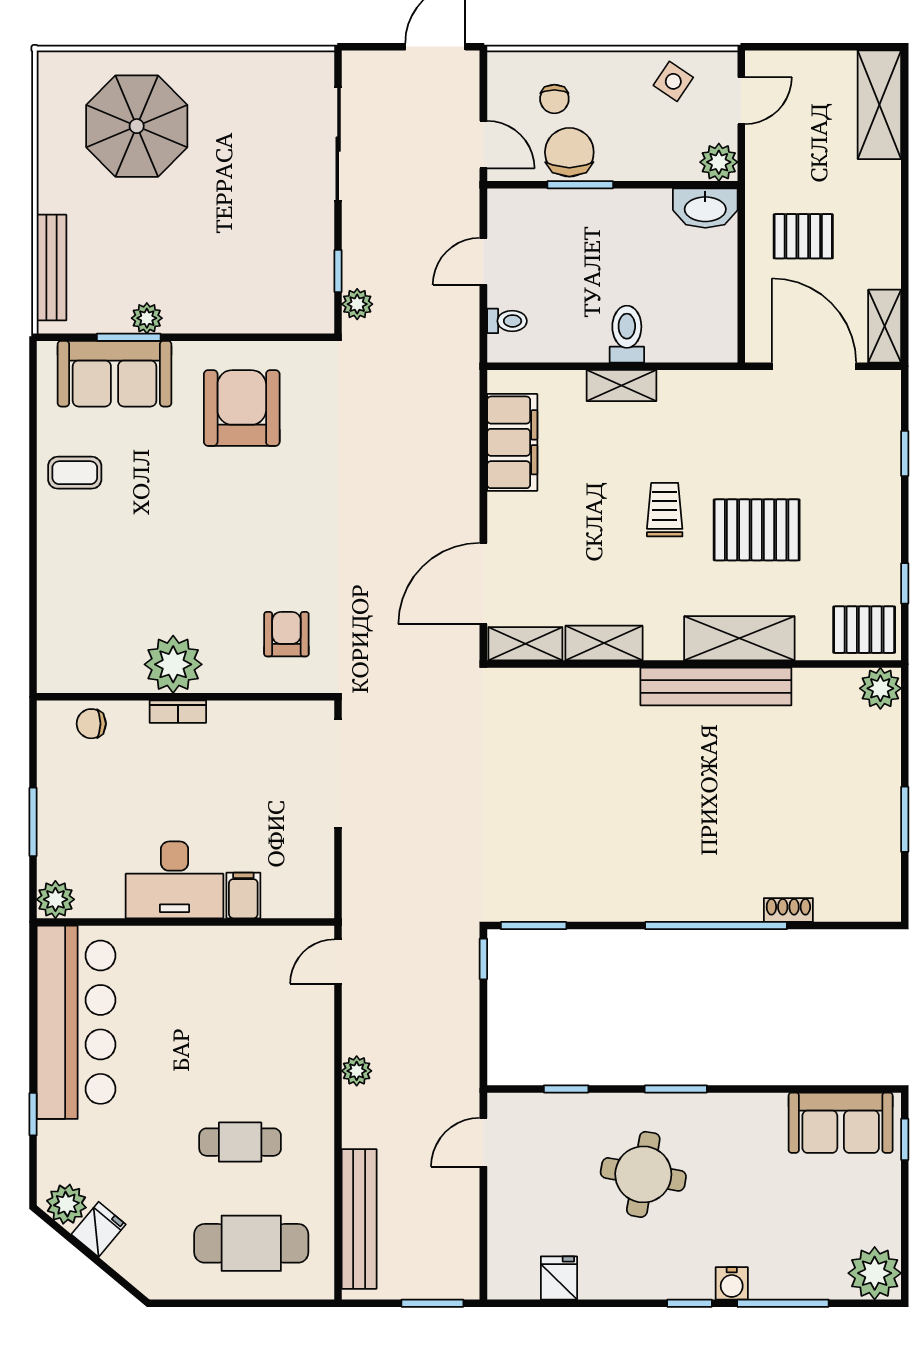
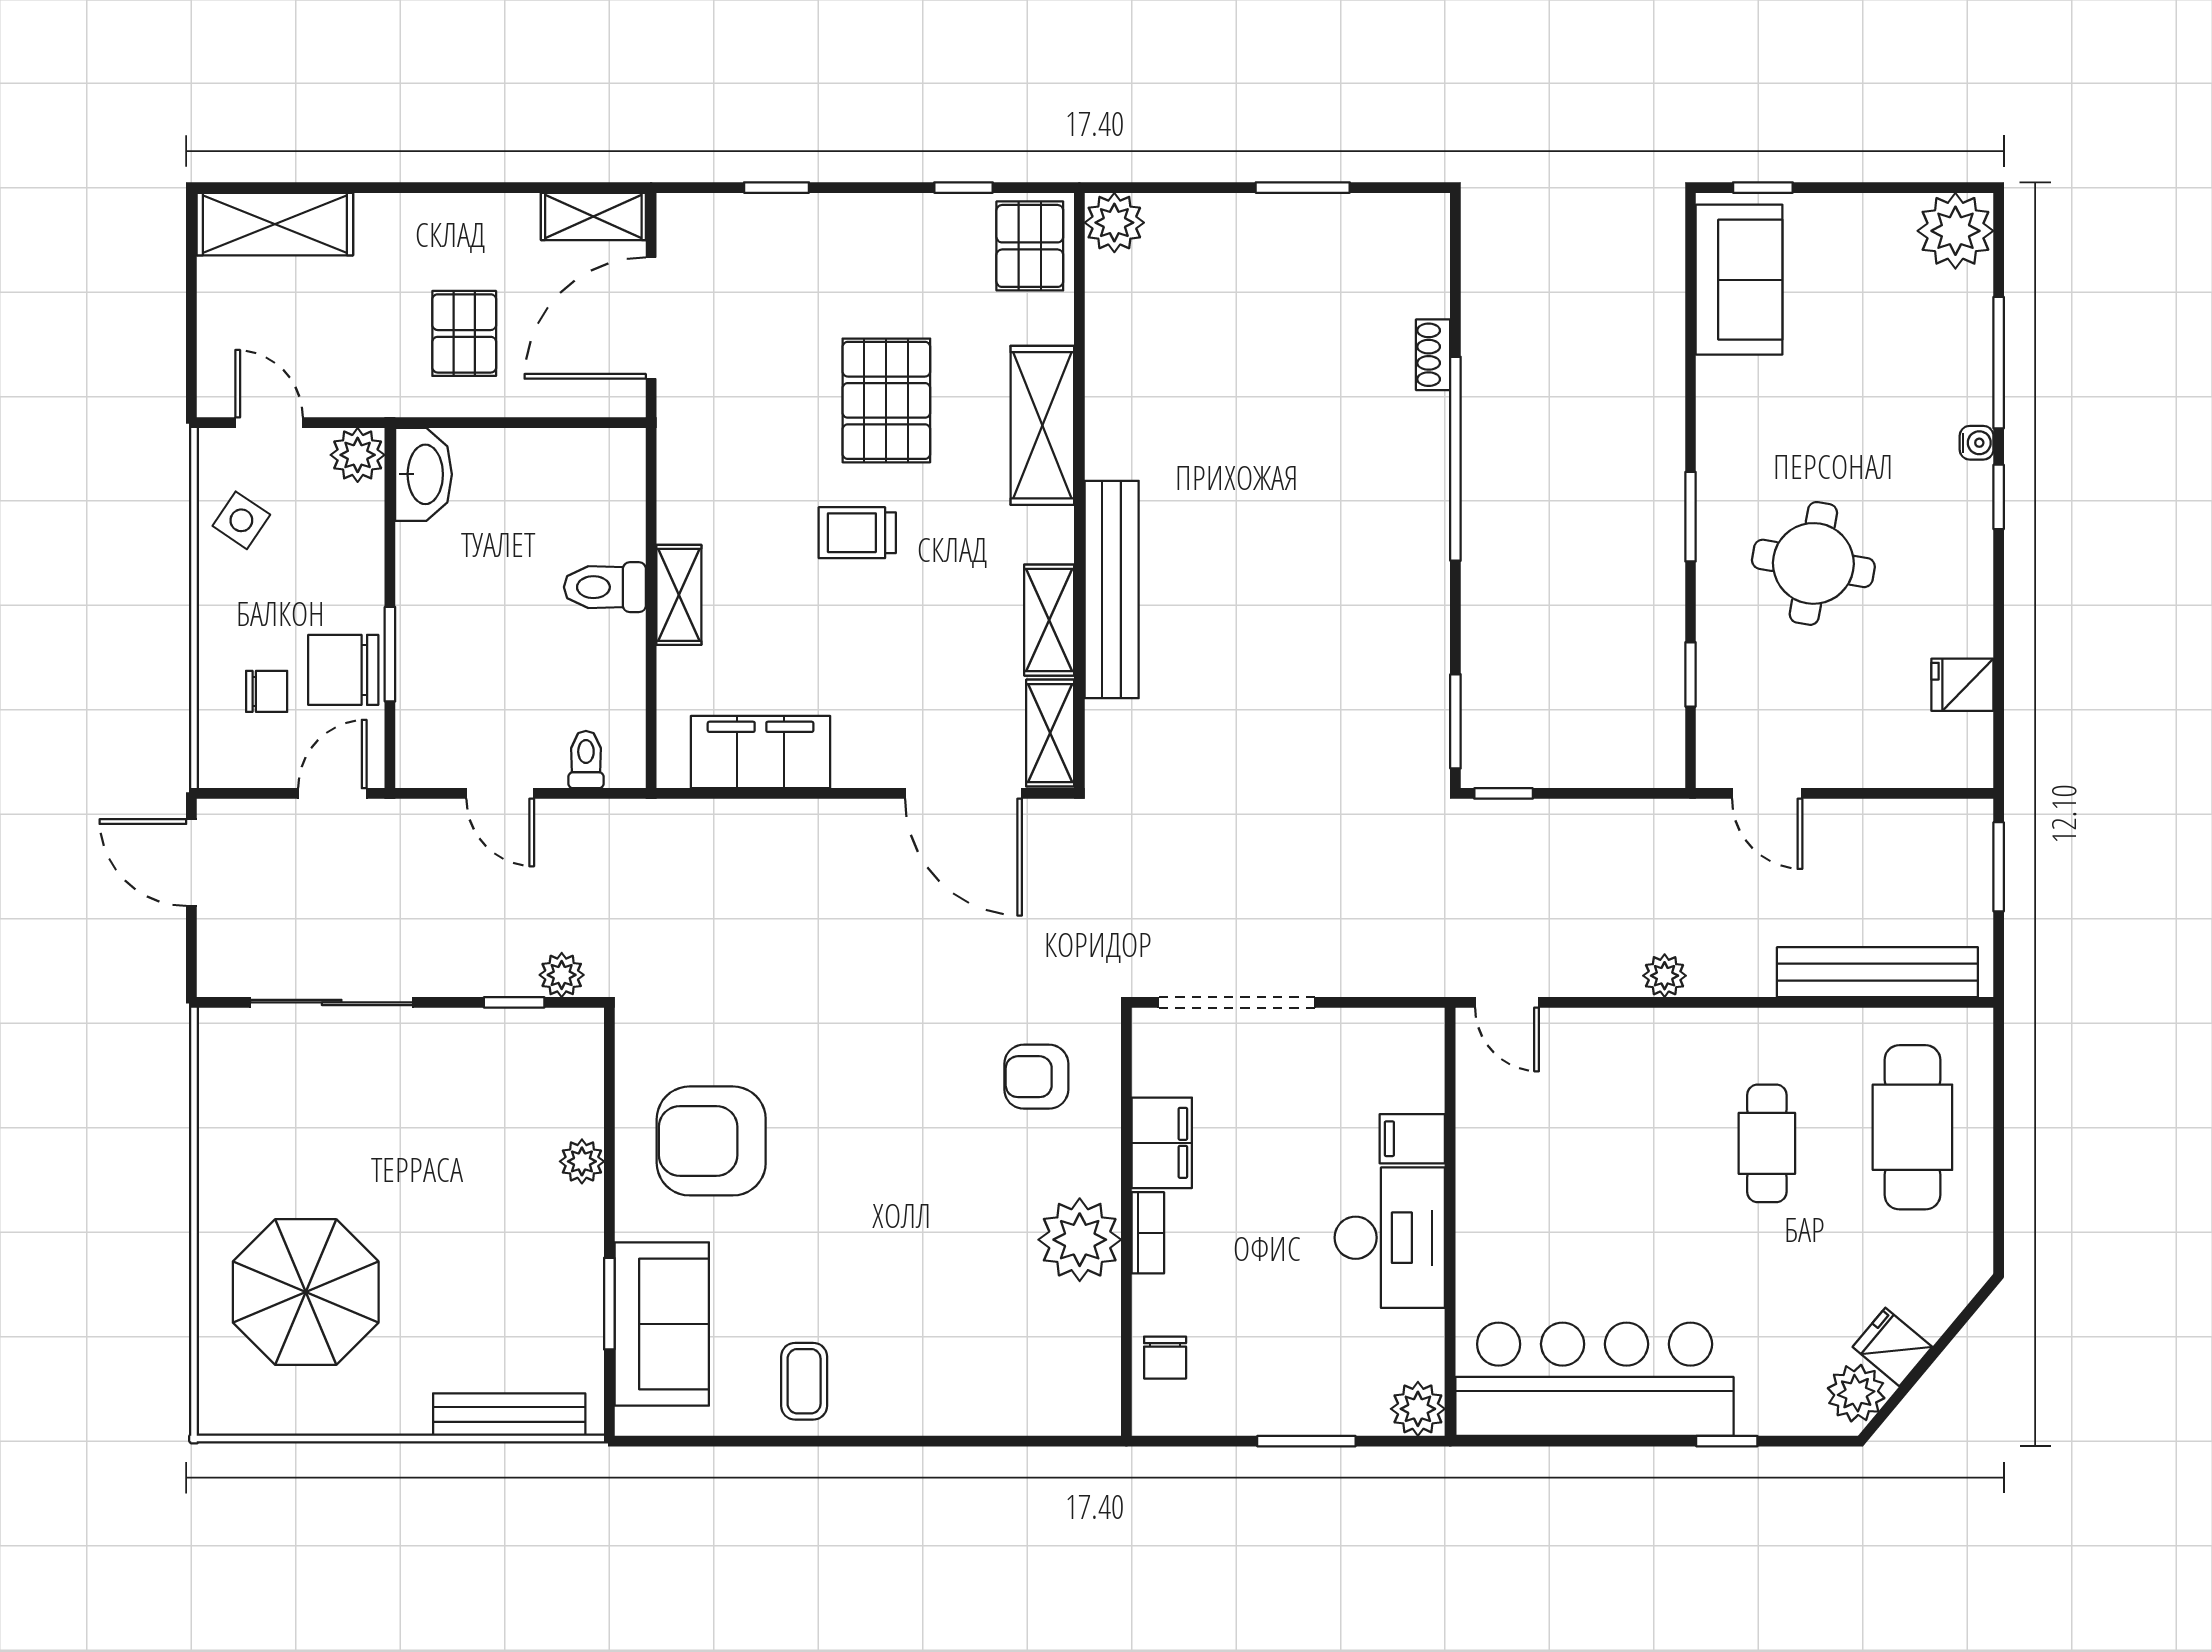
plant: (147, 318) -> (582, 1161), moved
bench: (716, 686) -> (1112, 589), moved
filing cabinet: (240, 721) -> (1162, 1143), added
water cooler: (732, 1283) -> (1977, 443), width x0.72, depth x0.72

